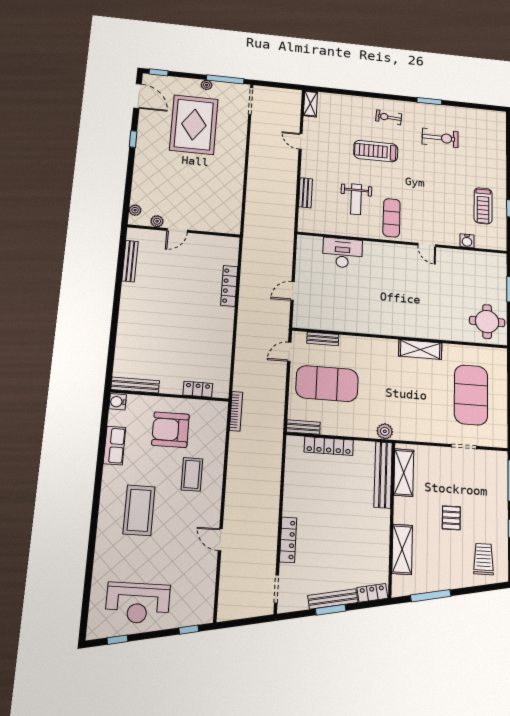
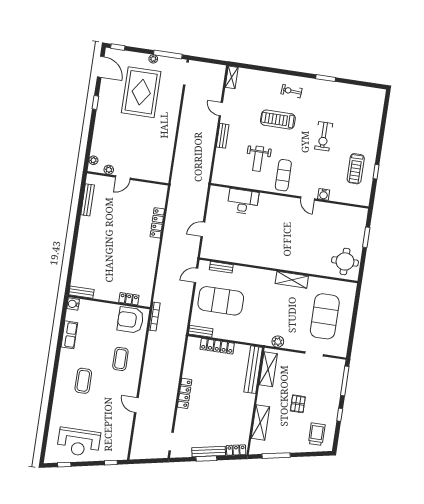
exercise bike: (440, 138) -> (324, 136), moved, turned 90
bench: (305, 193) -> (223, 136), moved
water cooler: (467, 241) -> (324, 194), moved
bench: (135, 385) -> (81, 292), width x0.73
armchair: (170, 430) -> (130, 320), moved
plant: (385, 431) -> (278, 342), moved
coffee table: (139, 510) -> (83, 381), width x0.73, depth x0.76
locker: (288, 540) -> (185, 393), moved

